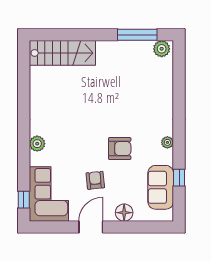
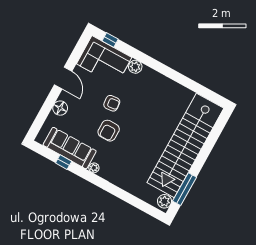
stairs: (62, 53) -> (185, 145), width x1.86, depth x1.51
plant: (37, 144) -> (135, 67), moved
armchair: (95, 180) -> (112, 103), moved
sofa: (161, 187) -> (70, 148), width x1.36

